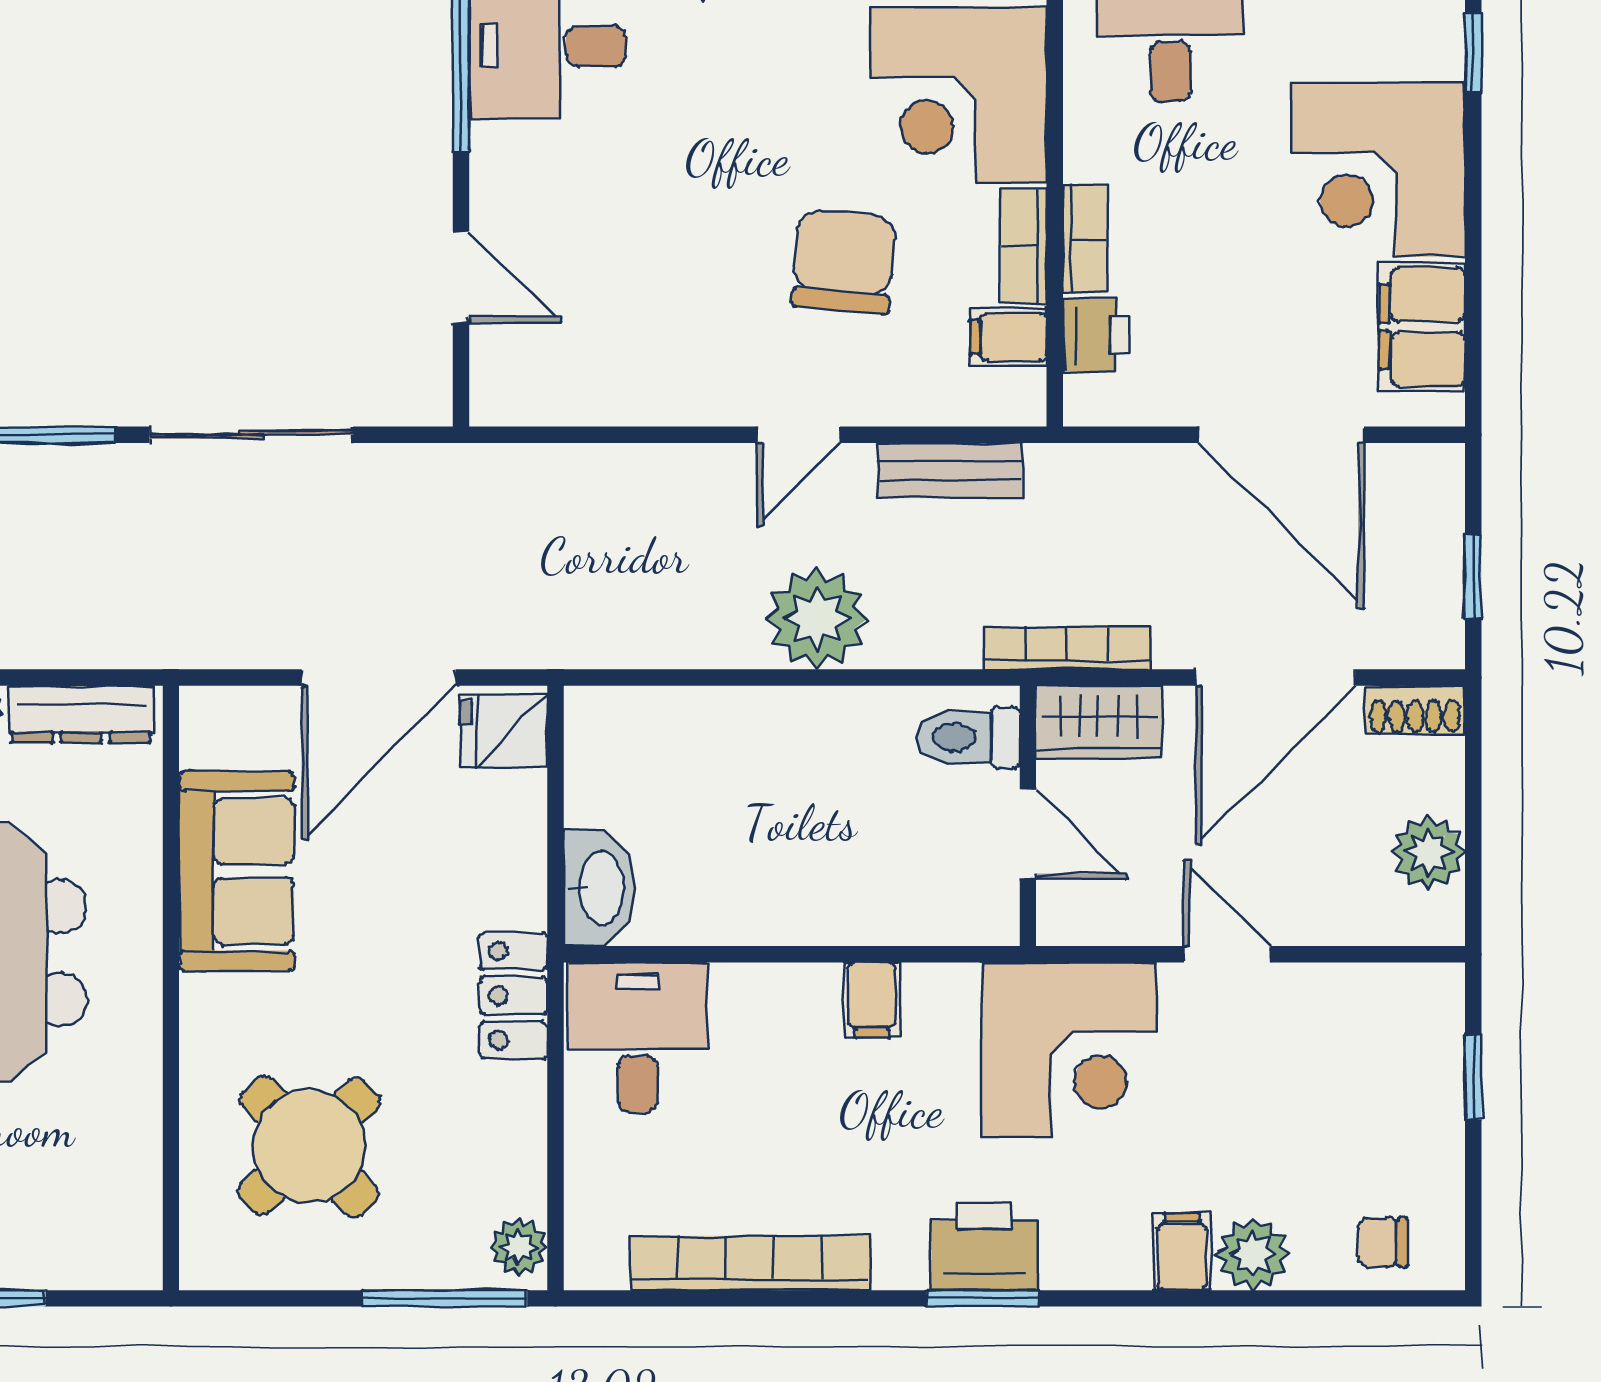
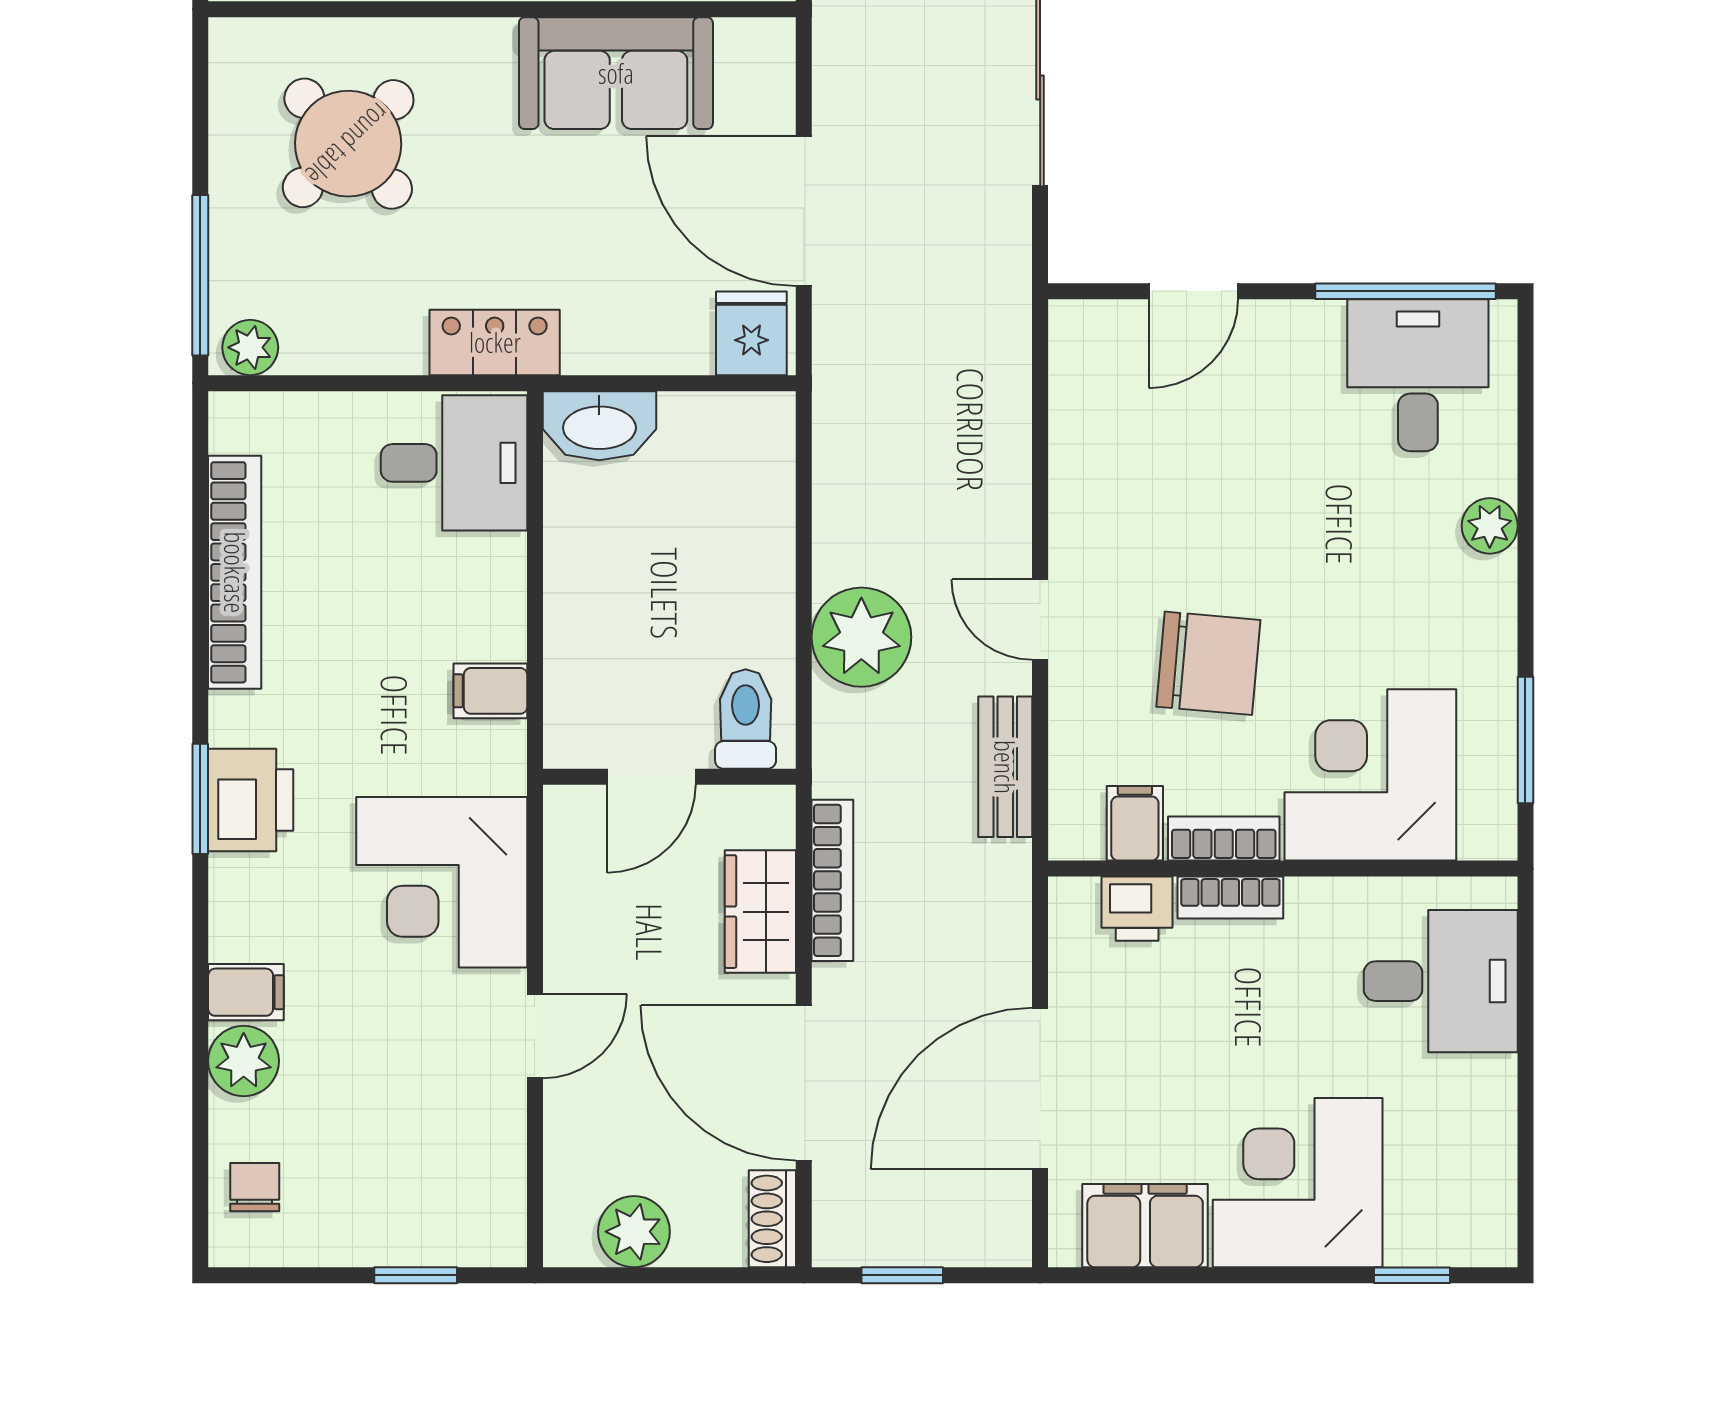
toilet: (968, 738) -> (746, 719), moved
wall: (1028, 816) -> (669, 777), moved
door: (1028, 834) -> (651, 777), moved

